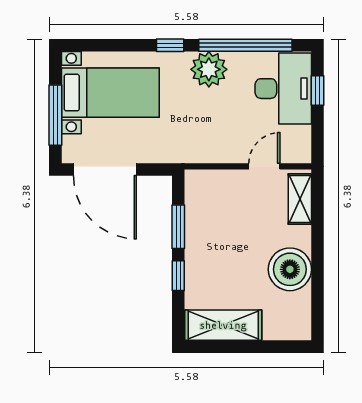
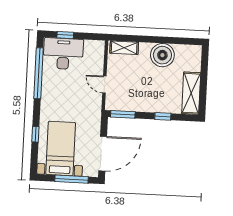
window: (170, 45) -> (35, 134), moved
plant: (209, 69) -> (51, 94), removed
door: (264, 166) -> (104, 84), moved
window: (178, 227) -> (123, 114), moved

